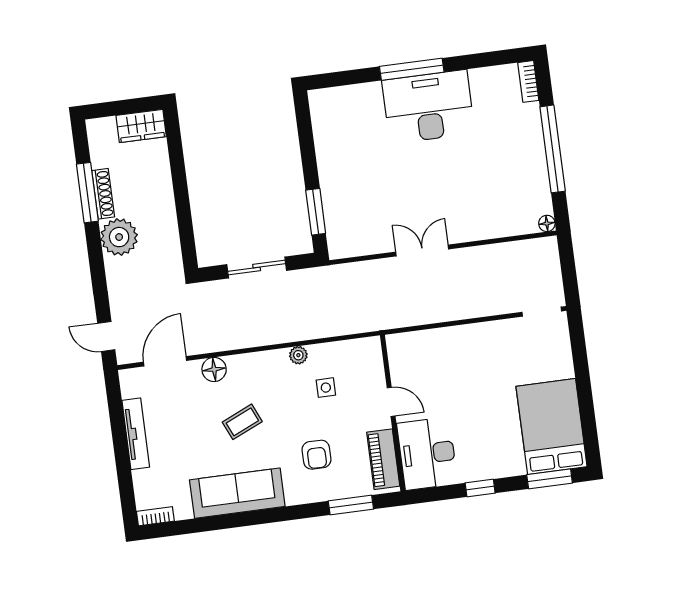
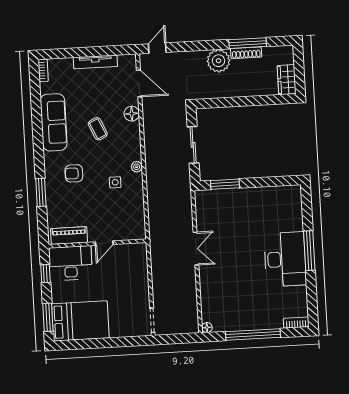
door: (391, 402) -> (104, 243), moved
wall: (393, 413) -> (97, 243), moved
desk: (427, 454) -> (71, 263), moved
piano: (383, 459) -> (69, 235), moved

